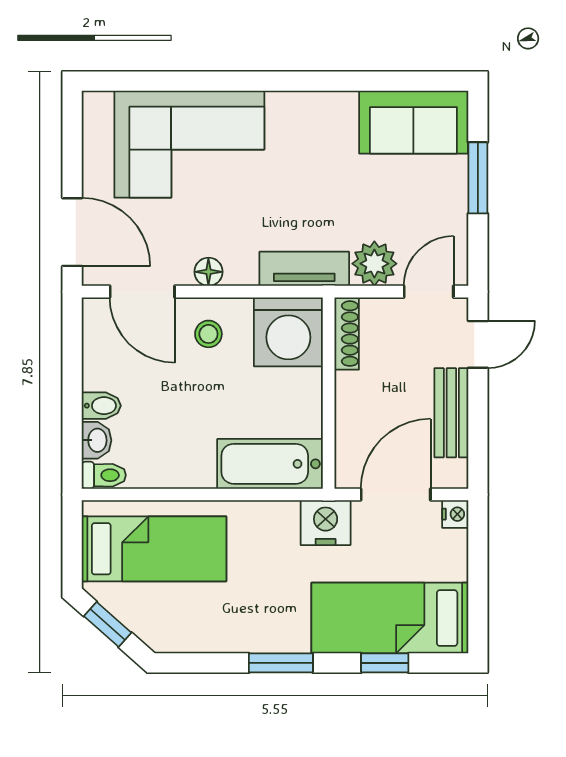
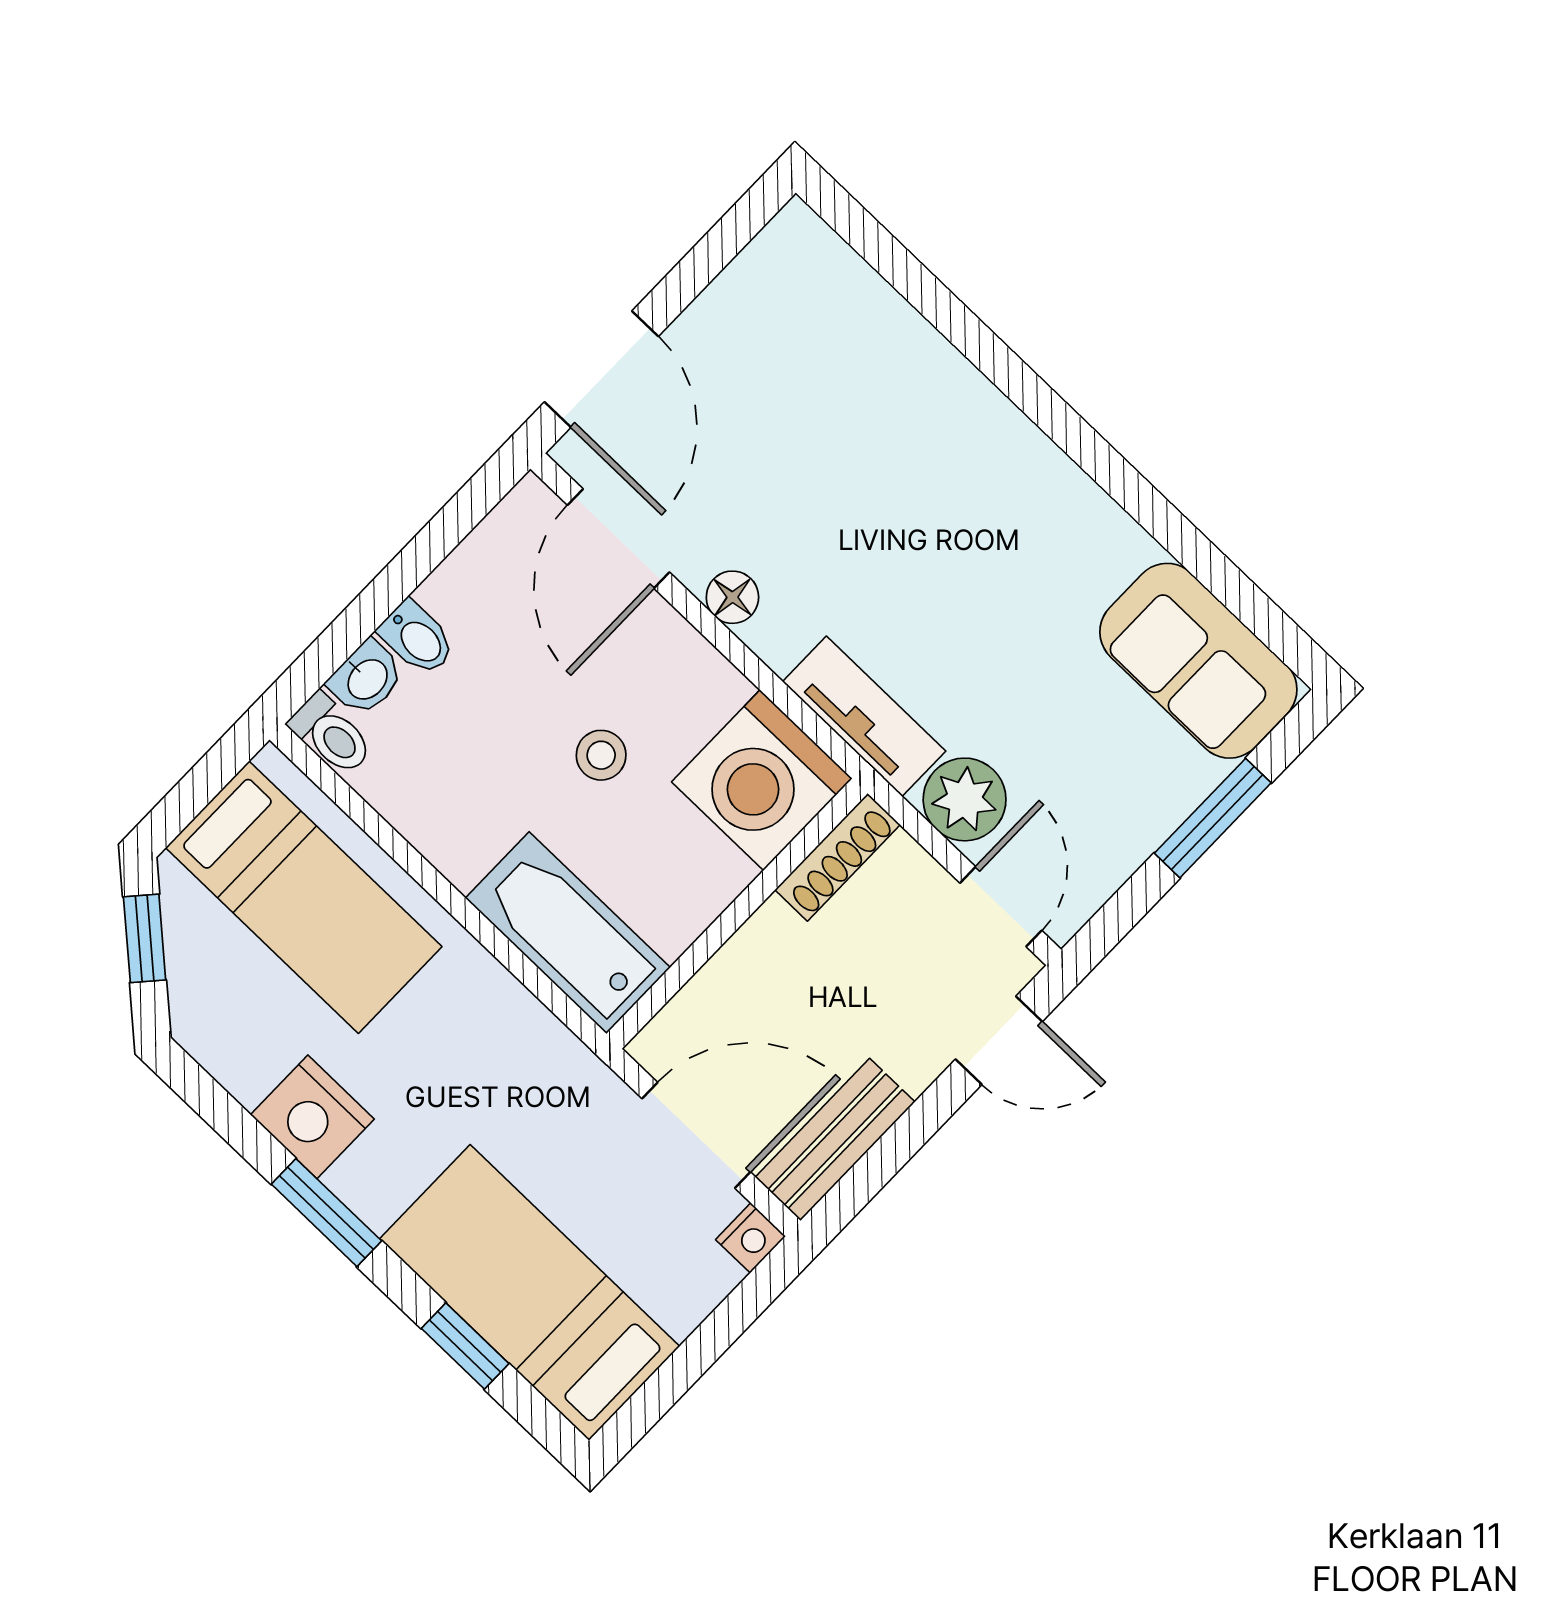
corner sofa: (189, 144) -> (871, 402), removed
door: (429, 292) -> (1001, 907), hinge flipped
stool: (208, 334) -> (601, 755), moved
bench: (451, 413) -> (835, 1140), moved
nightstand: (326, 523) -> (312, 1117), moved, turned 180

